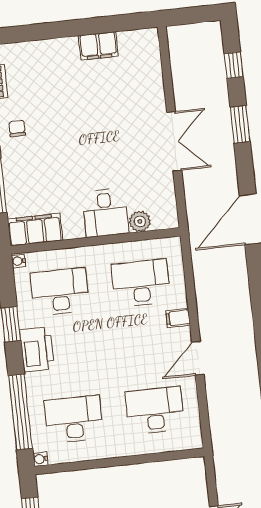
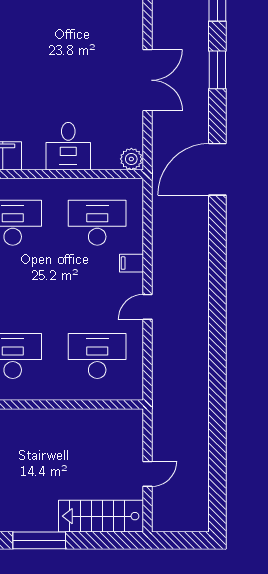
plant: (140, 221) -> (131, 159), moved
door: (198, 358) -> (148, 307), width x0.73

